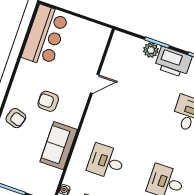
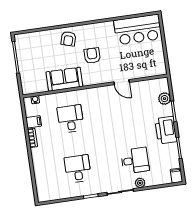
plant: (151, 50) -> (164, 99), moved

